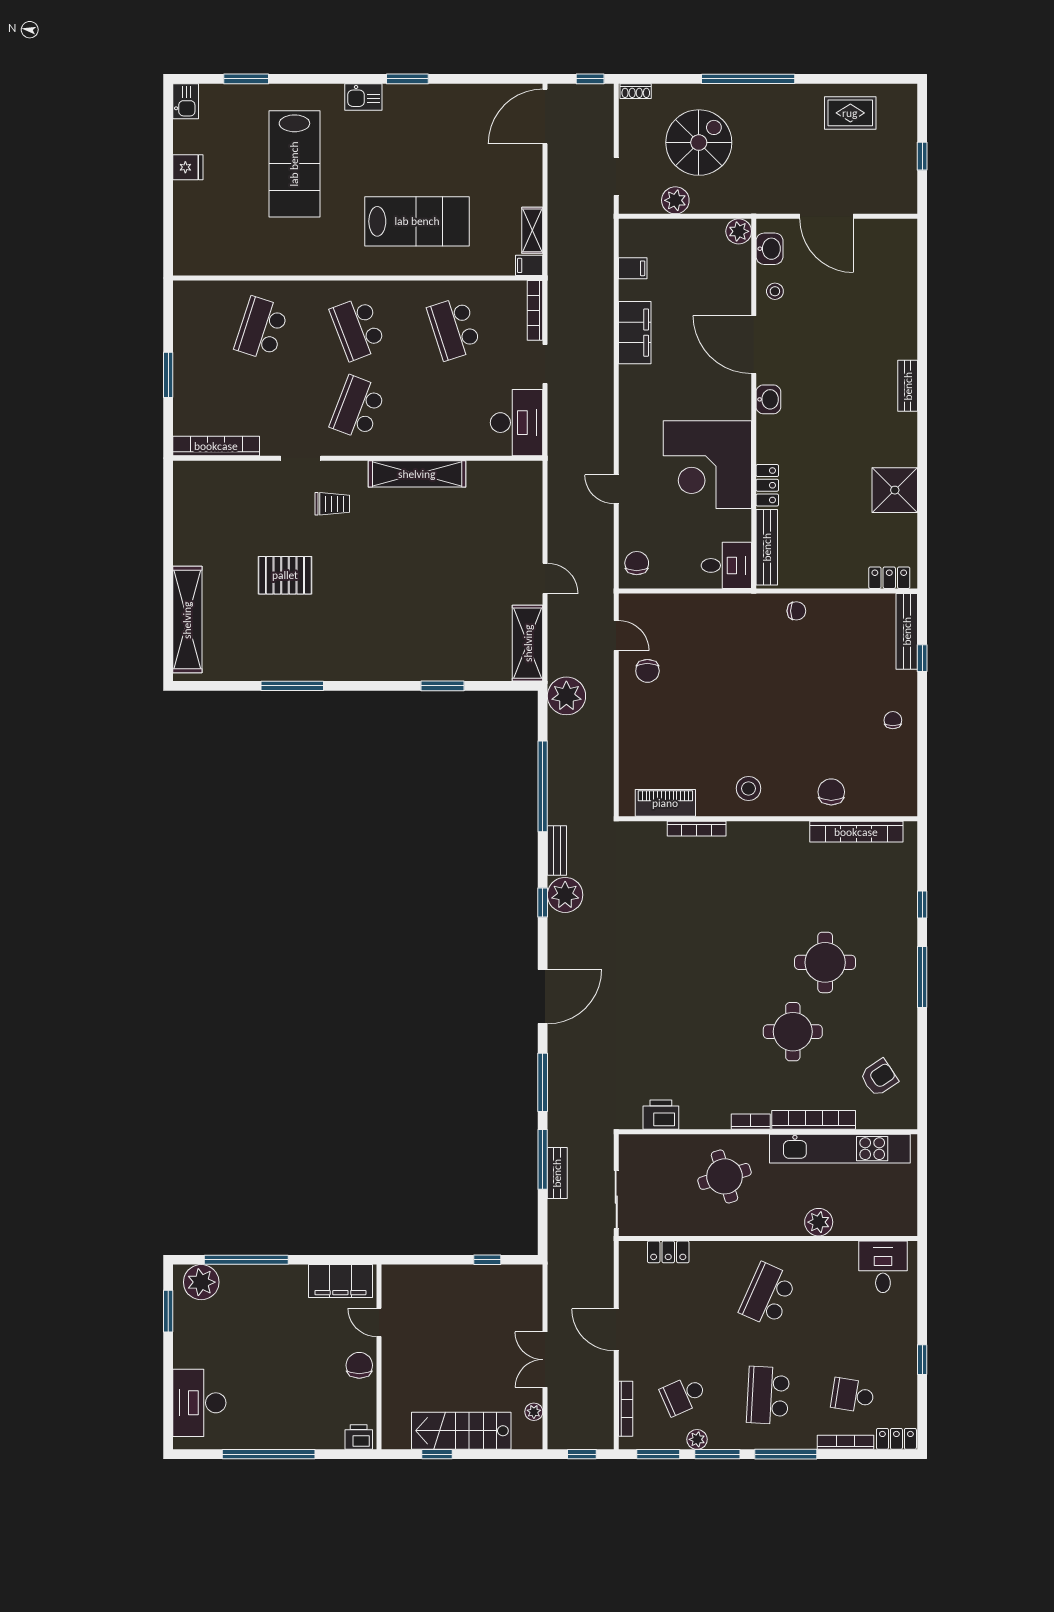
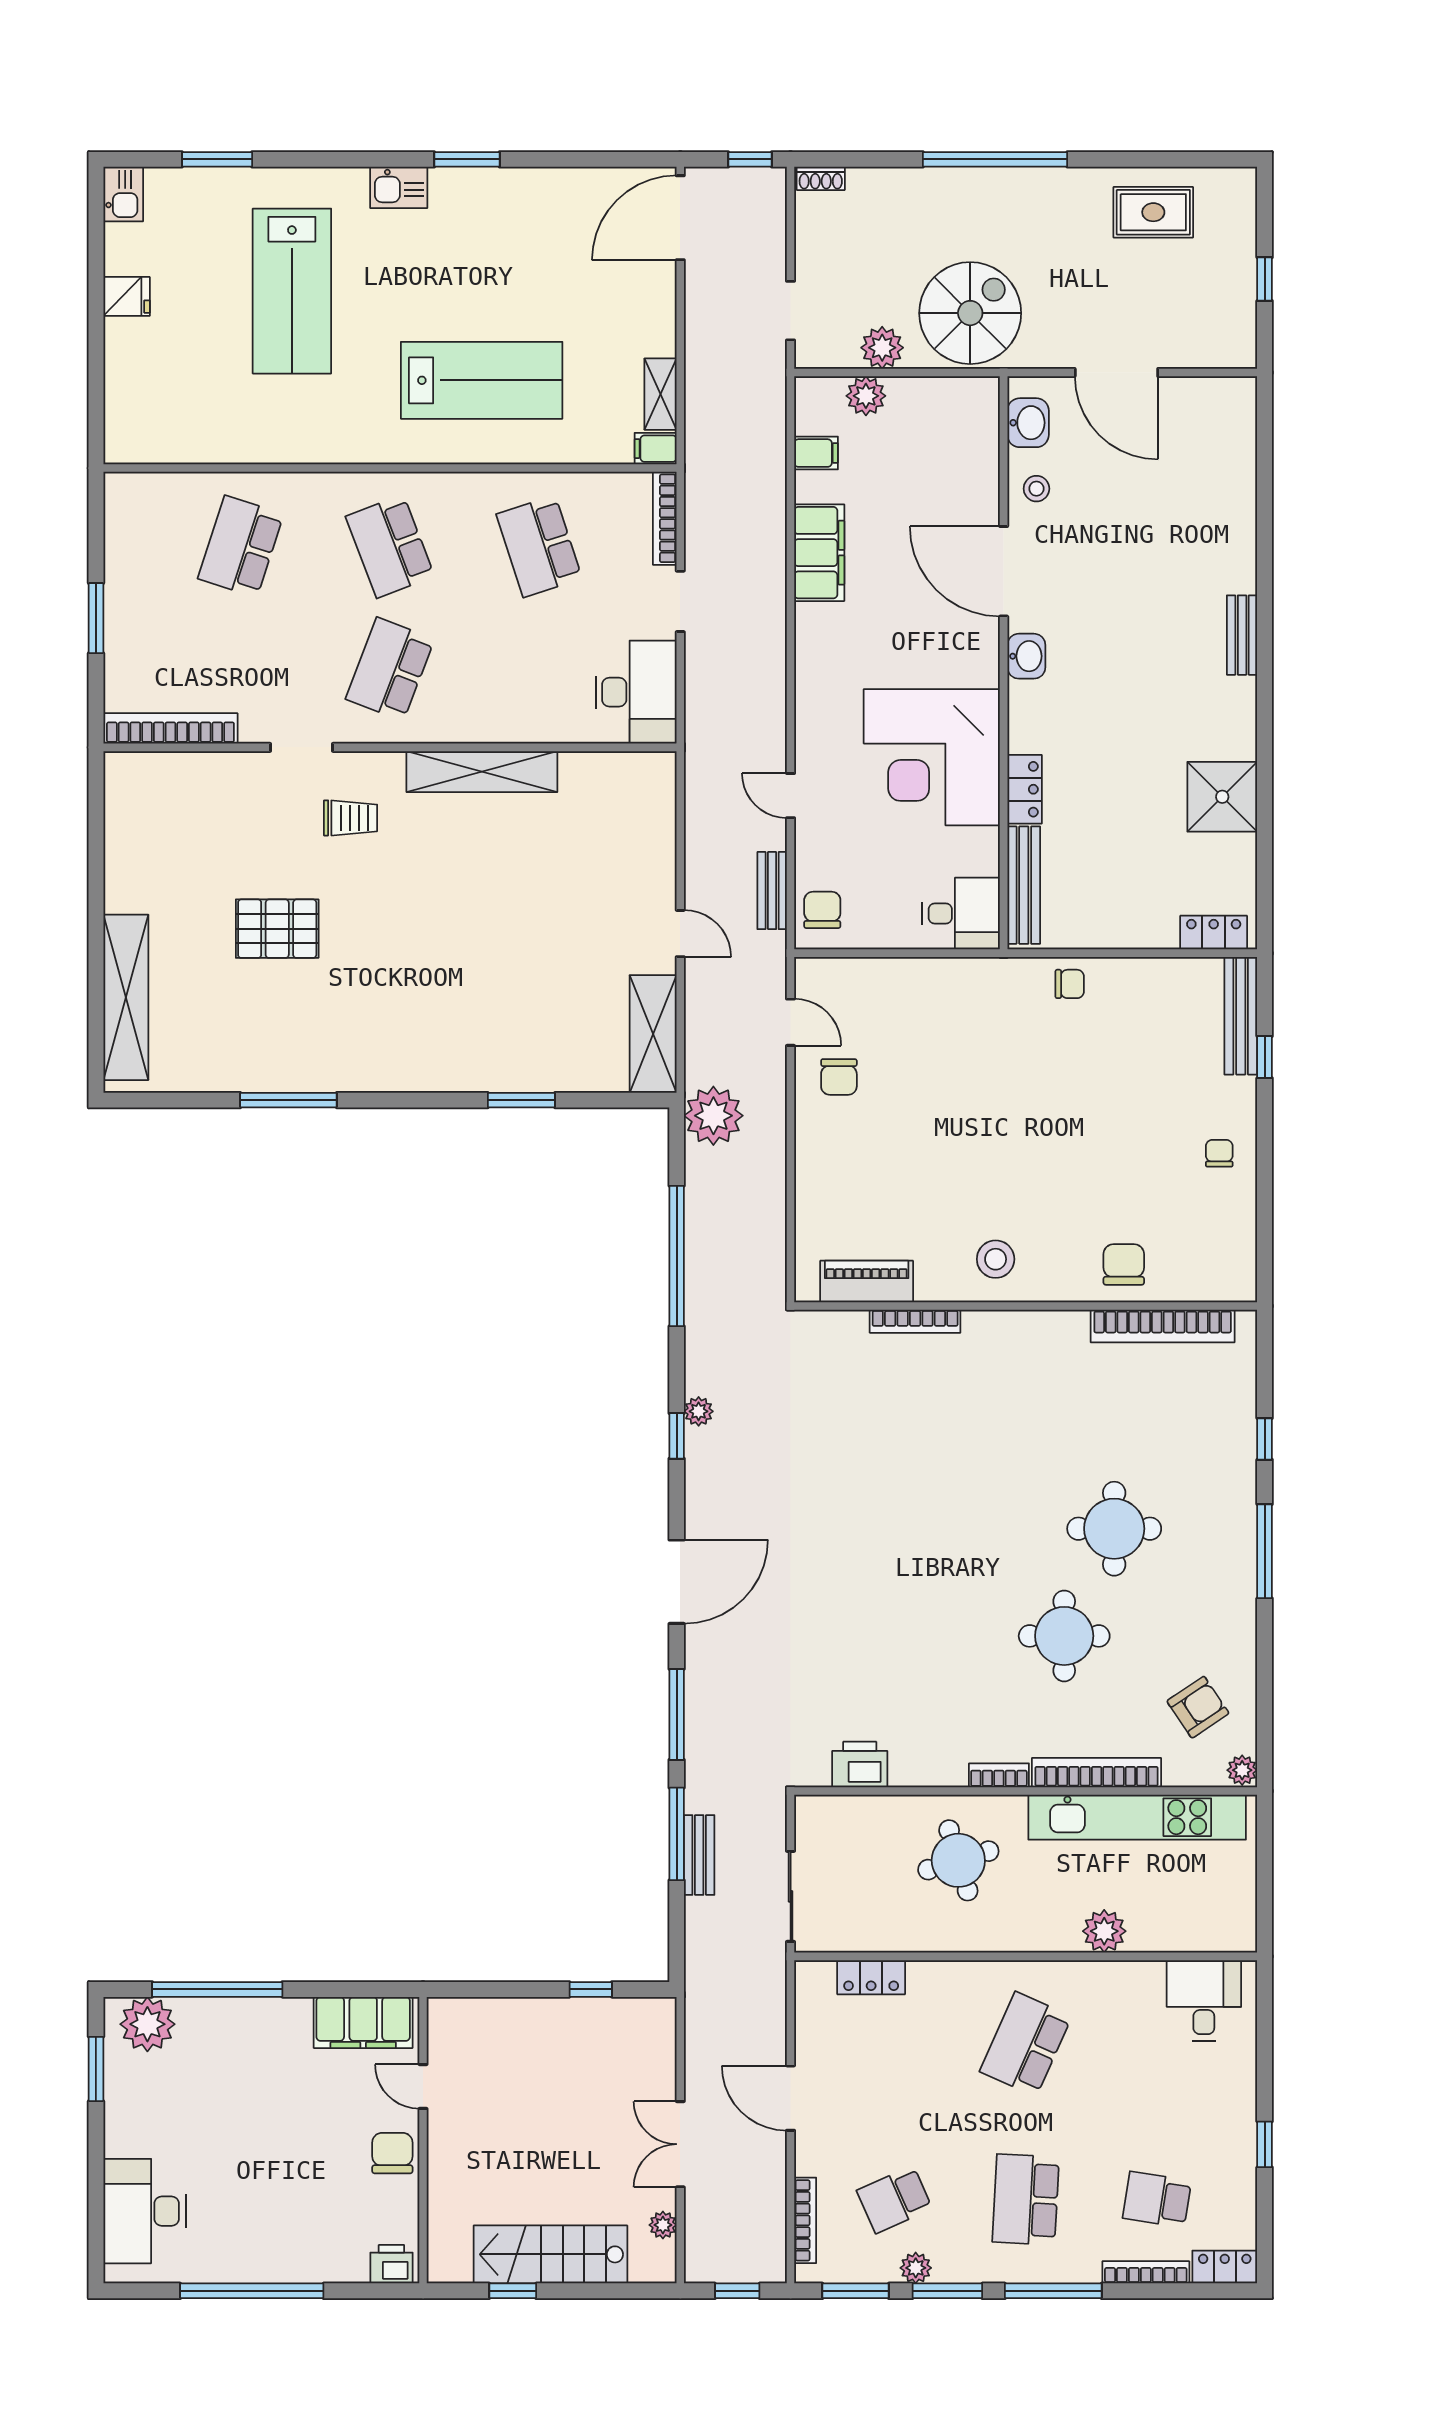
spiral stairs: (699, 143) -> (970, 313), moved
plant: (739, 231) -> (866, 396), moved
bench: (557, 850) -> (772, 891), moved
plant: (565, 895) -> (699, 1411), width x0.53, depth x0.53
plant: (908, 1118) -> (1242, 1770), added

